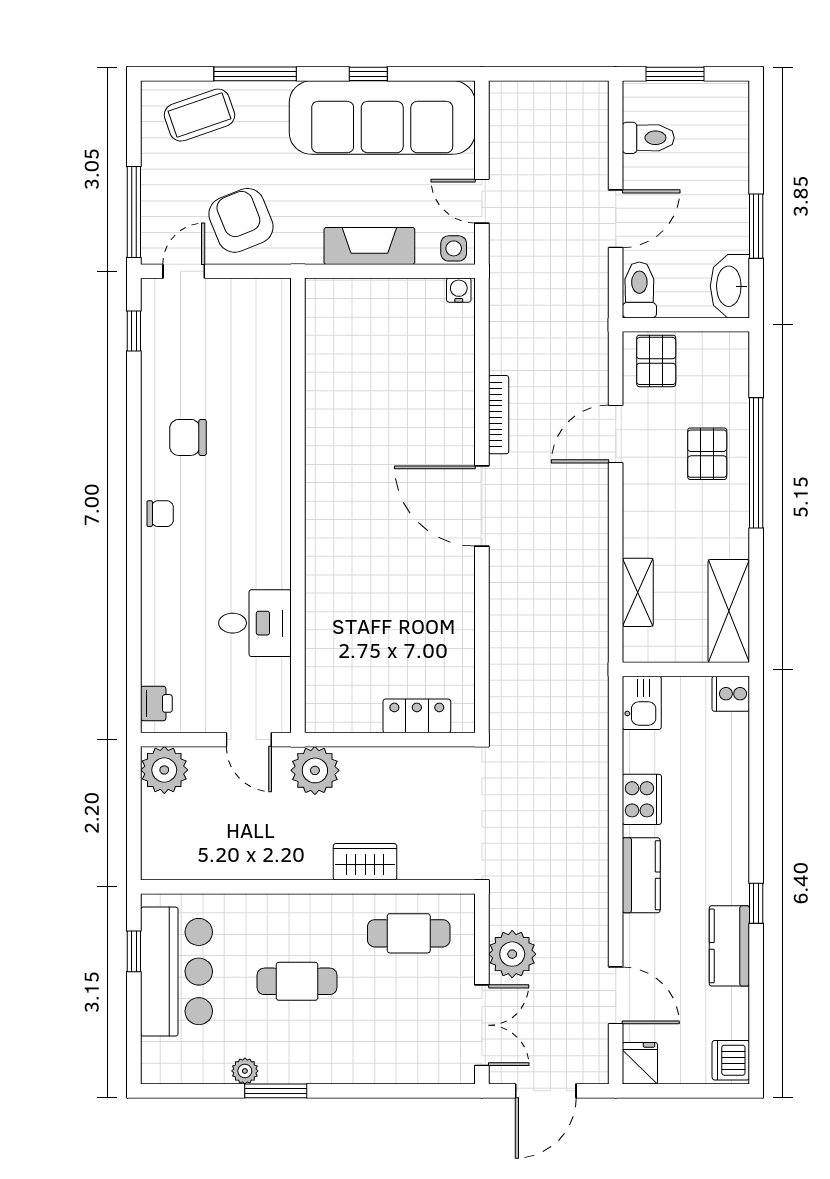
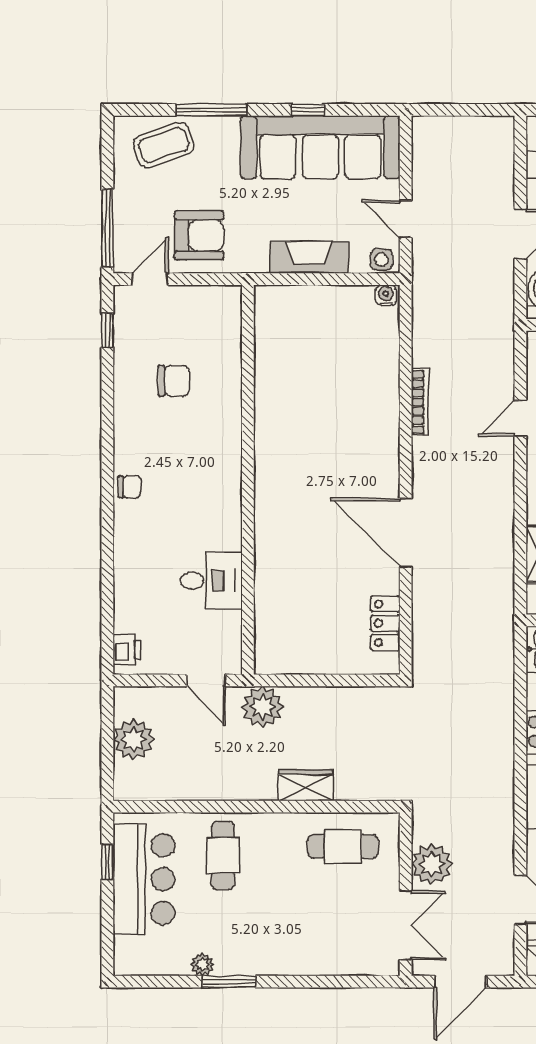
armchair: (241, 220) -> (199, 235), turned 112
door: (616, 434) -> (520, 418), width x0.73
chair: (188, 437) -> (174, 381), moved, turned 180
door: (482, 506) -> (406, 533), moved
locker: (417, 716) -> (385, 623), moved, turned -90
plant: (164, 770) -> (133, 740), moved
cafe table: (297, 981) -> (223, 855), moved, turned 90

